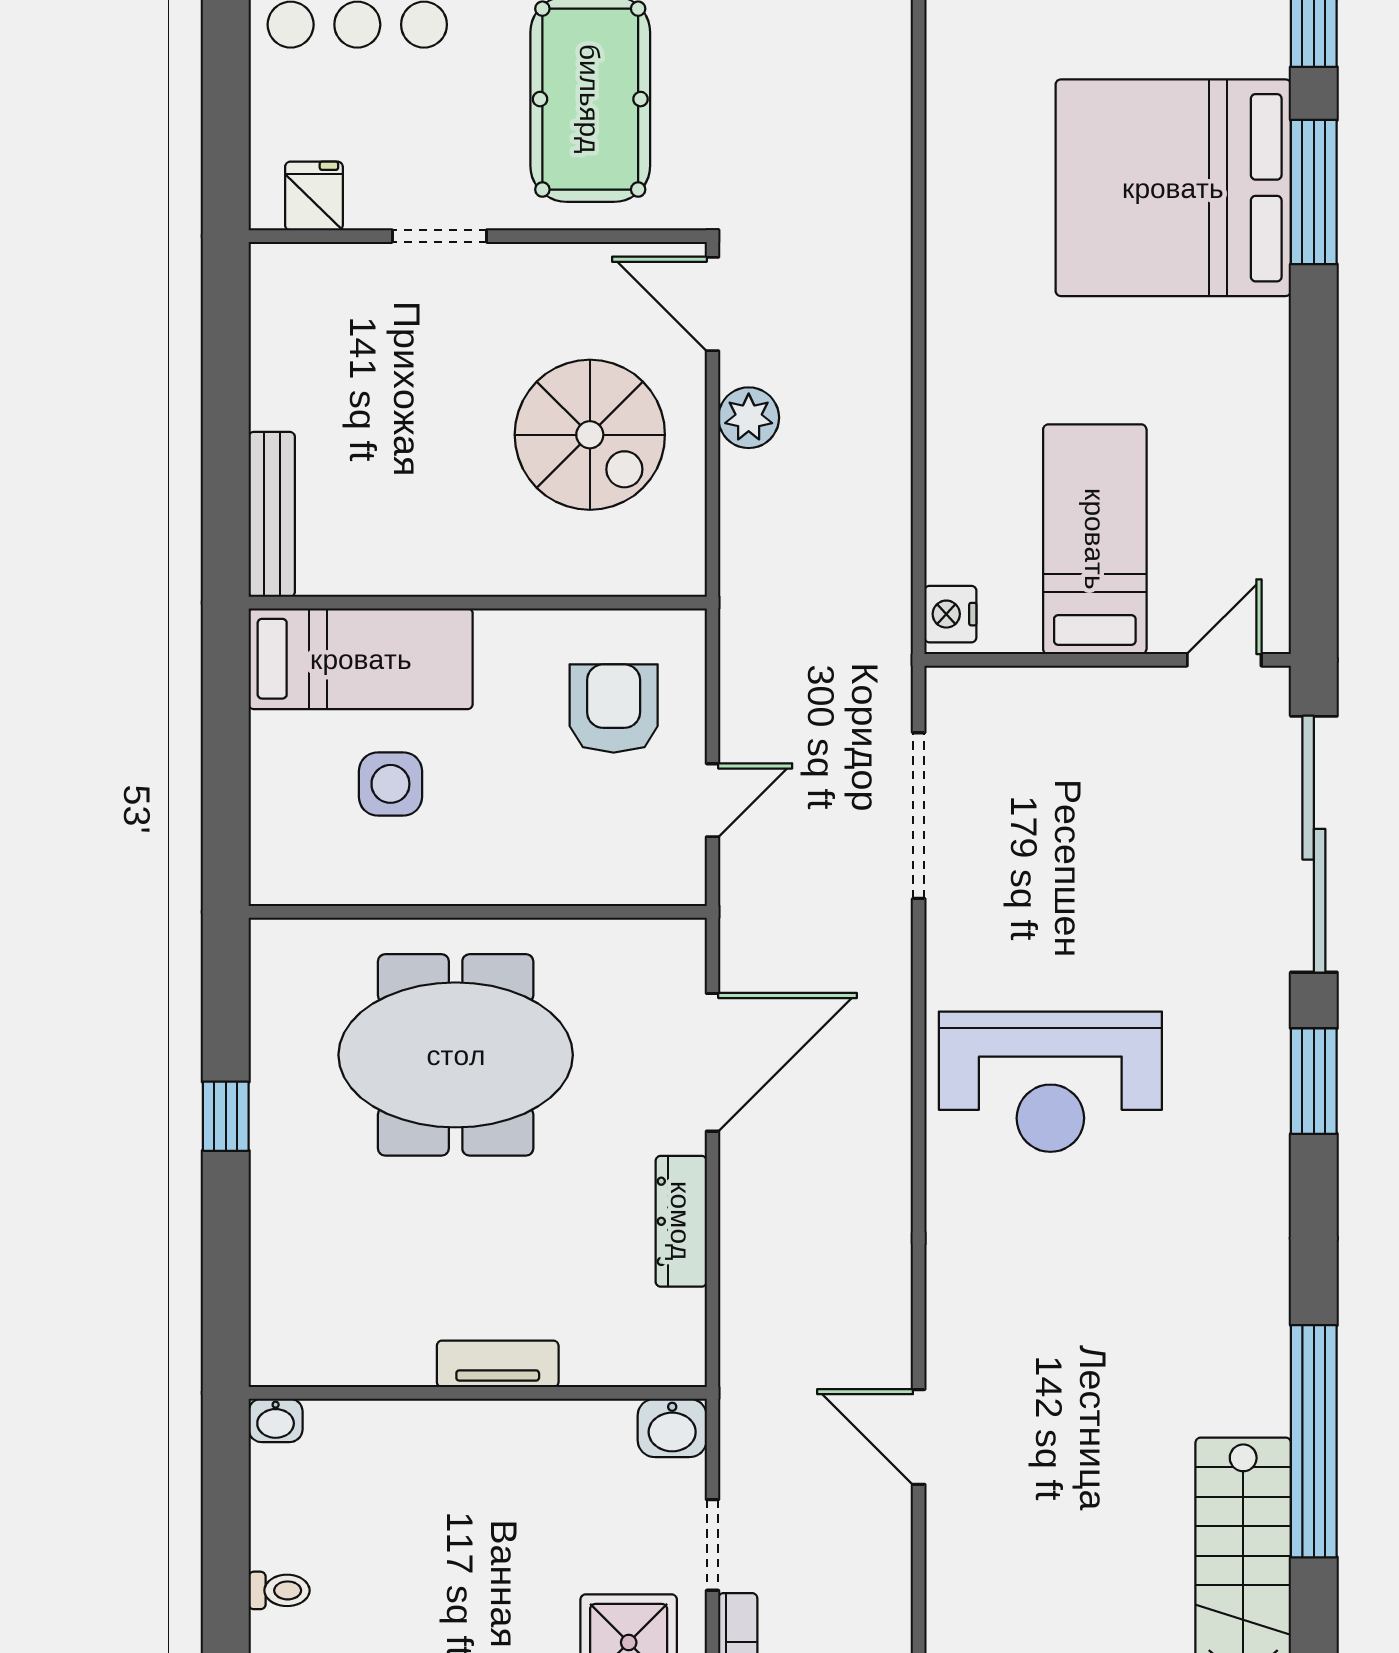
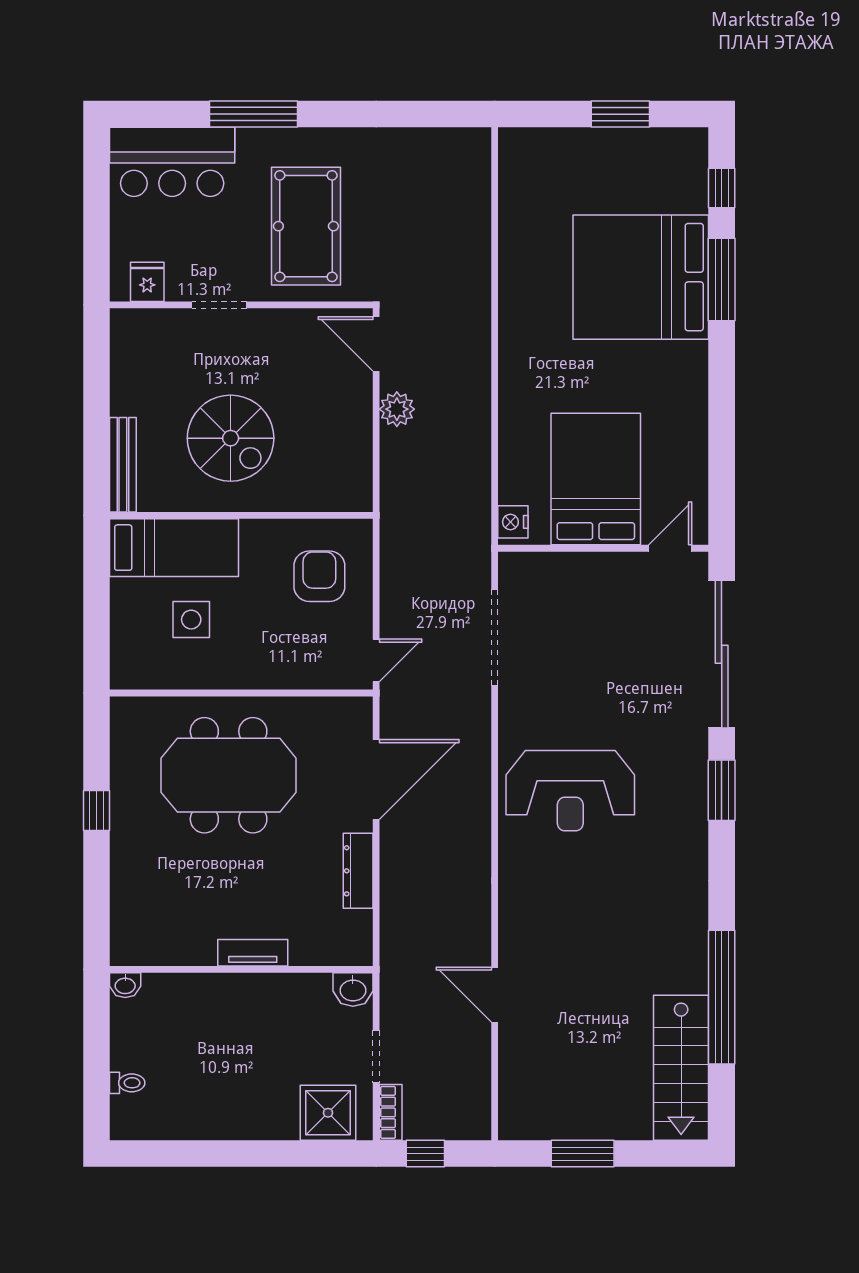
spiral stairs: (590, 435) -> (231, 438), moved
bed: (1095, 539) -> (596, 479), width x1.50
door: (713, 800) -> (376, 660), moved

